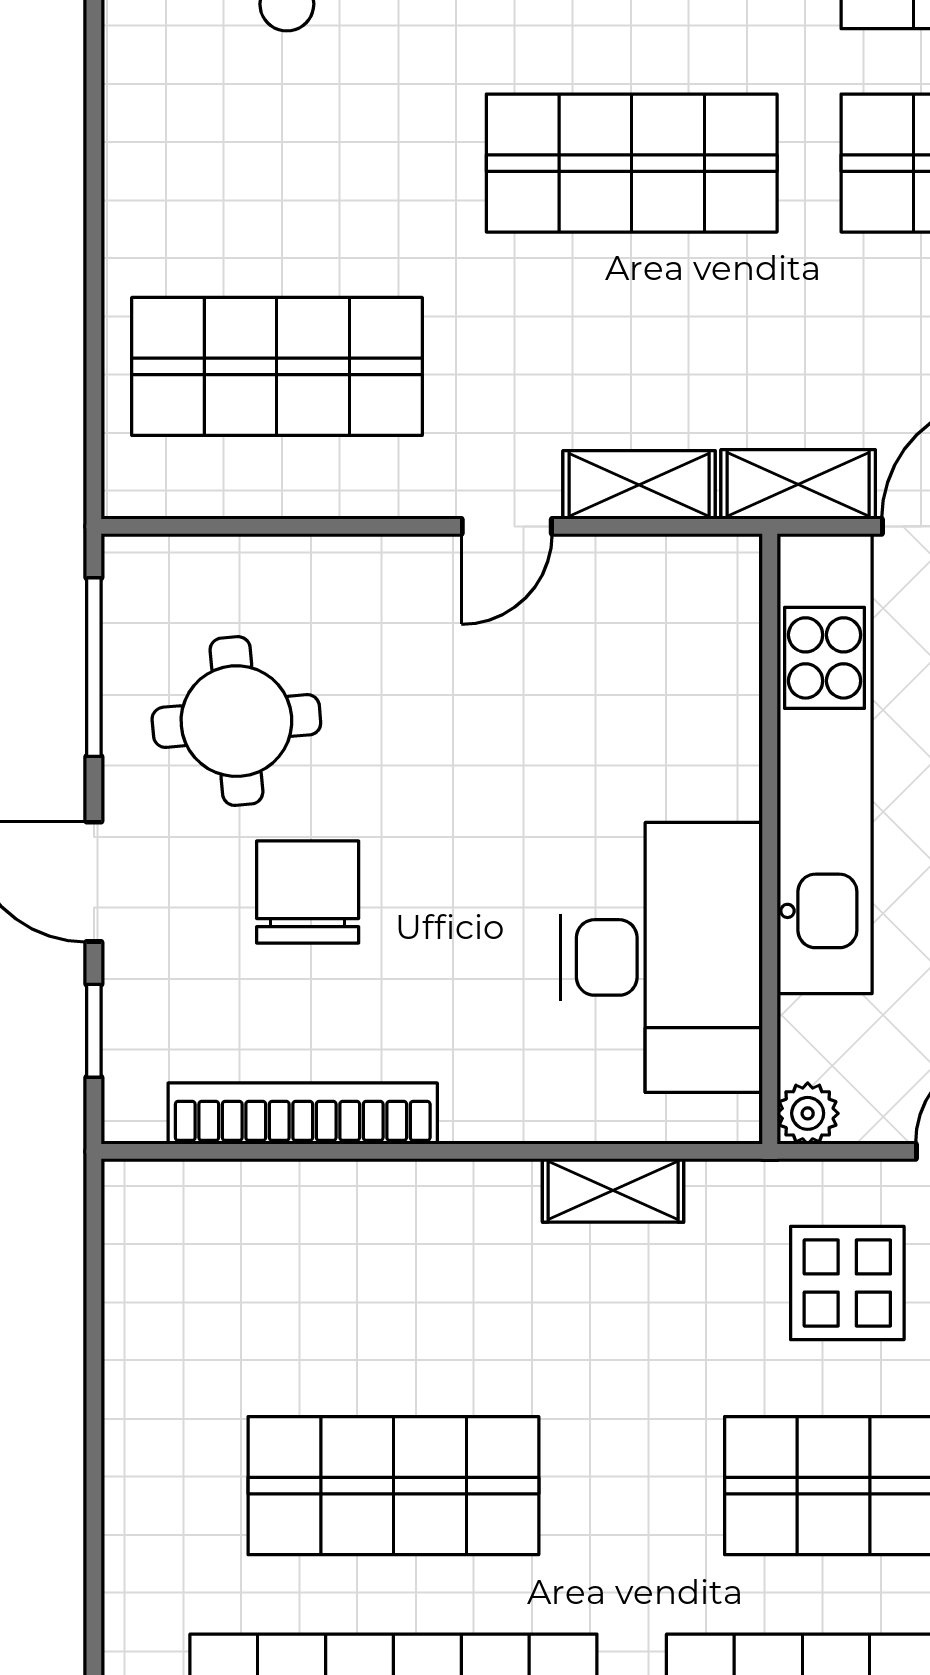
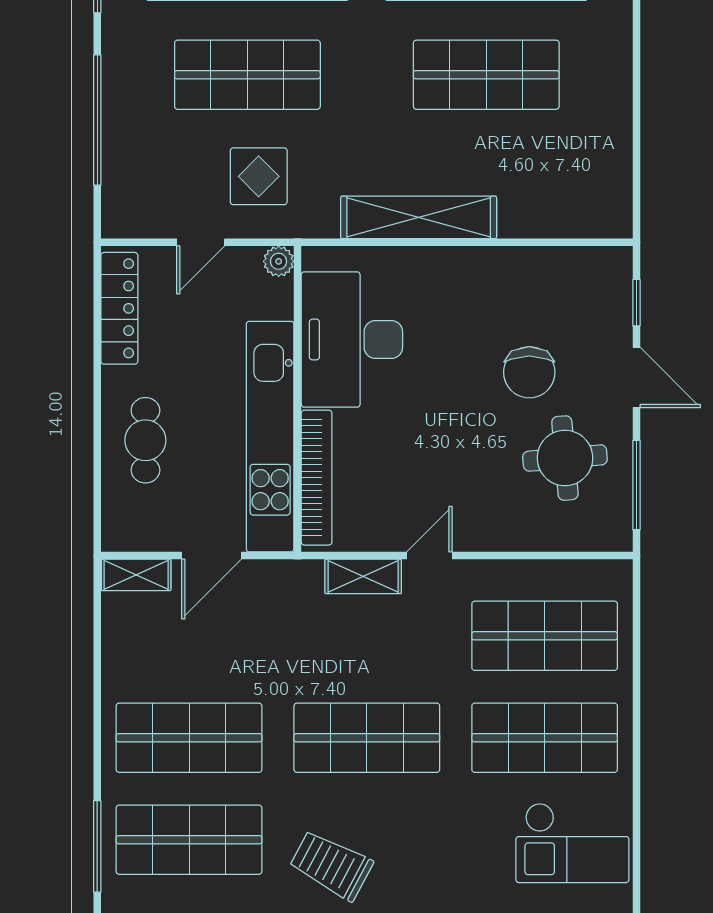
shop shelf: (277, 163) -> (545, 738), added
shelving: (798, 484) -> (283, 577), removed
bookcase: (303, 1114) -> (317, 478), moved, turned -90
shelving: (613, 1190) -> (419, 217), width x2.20, depth x1.33

